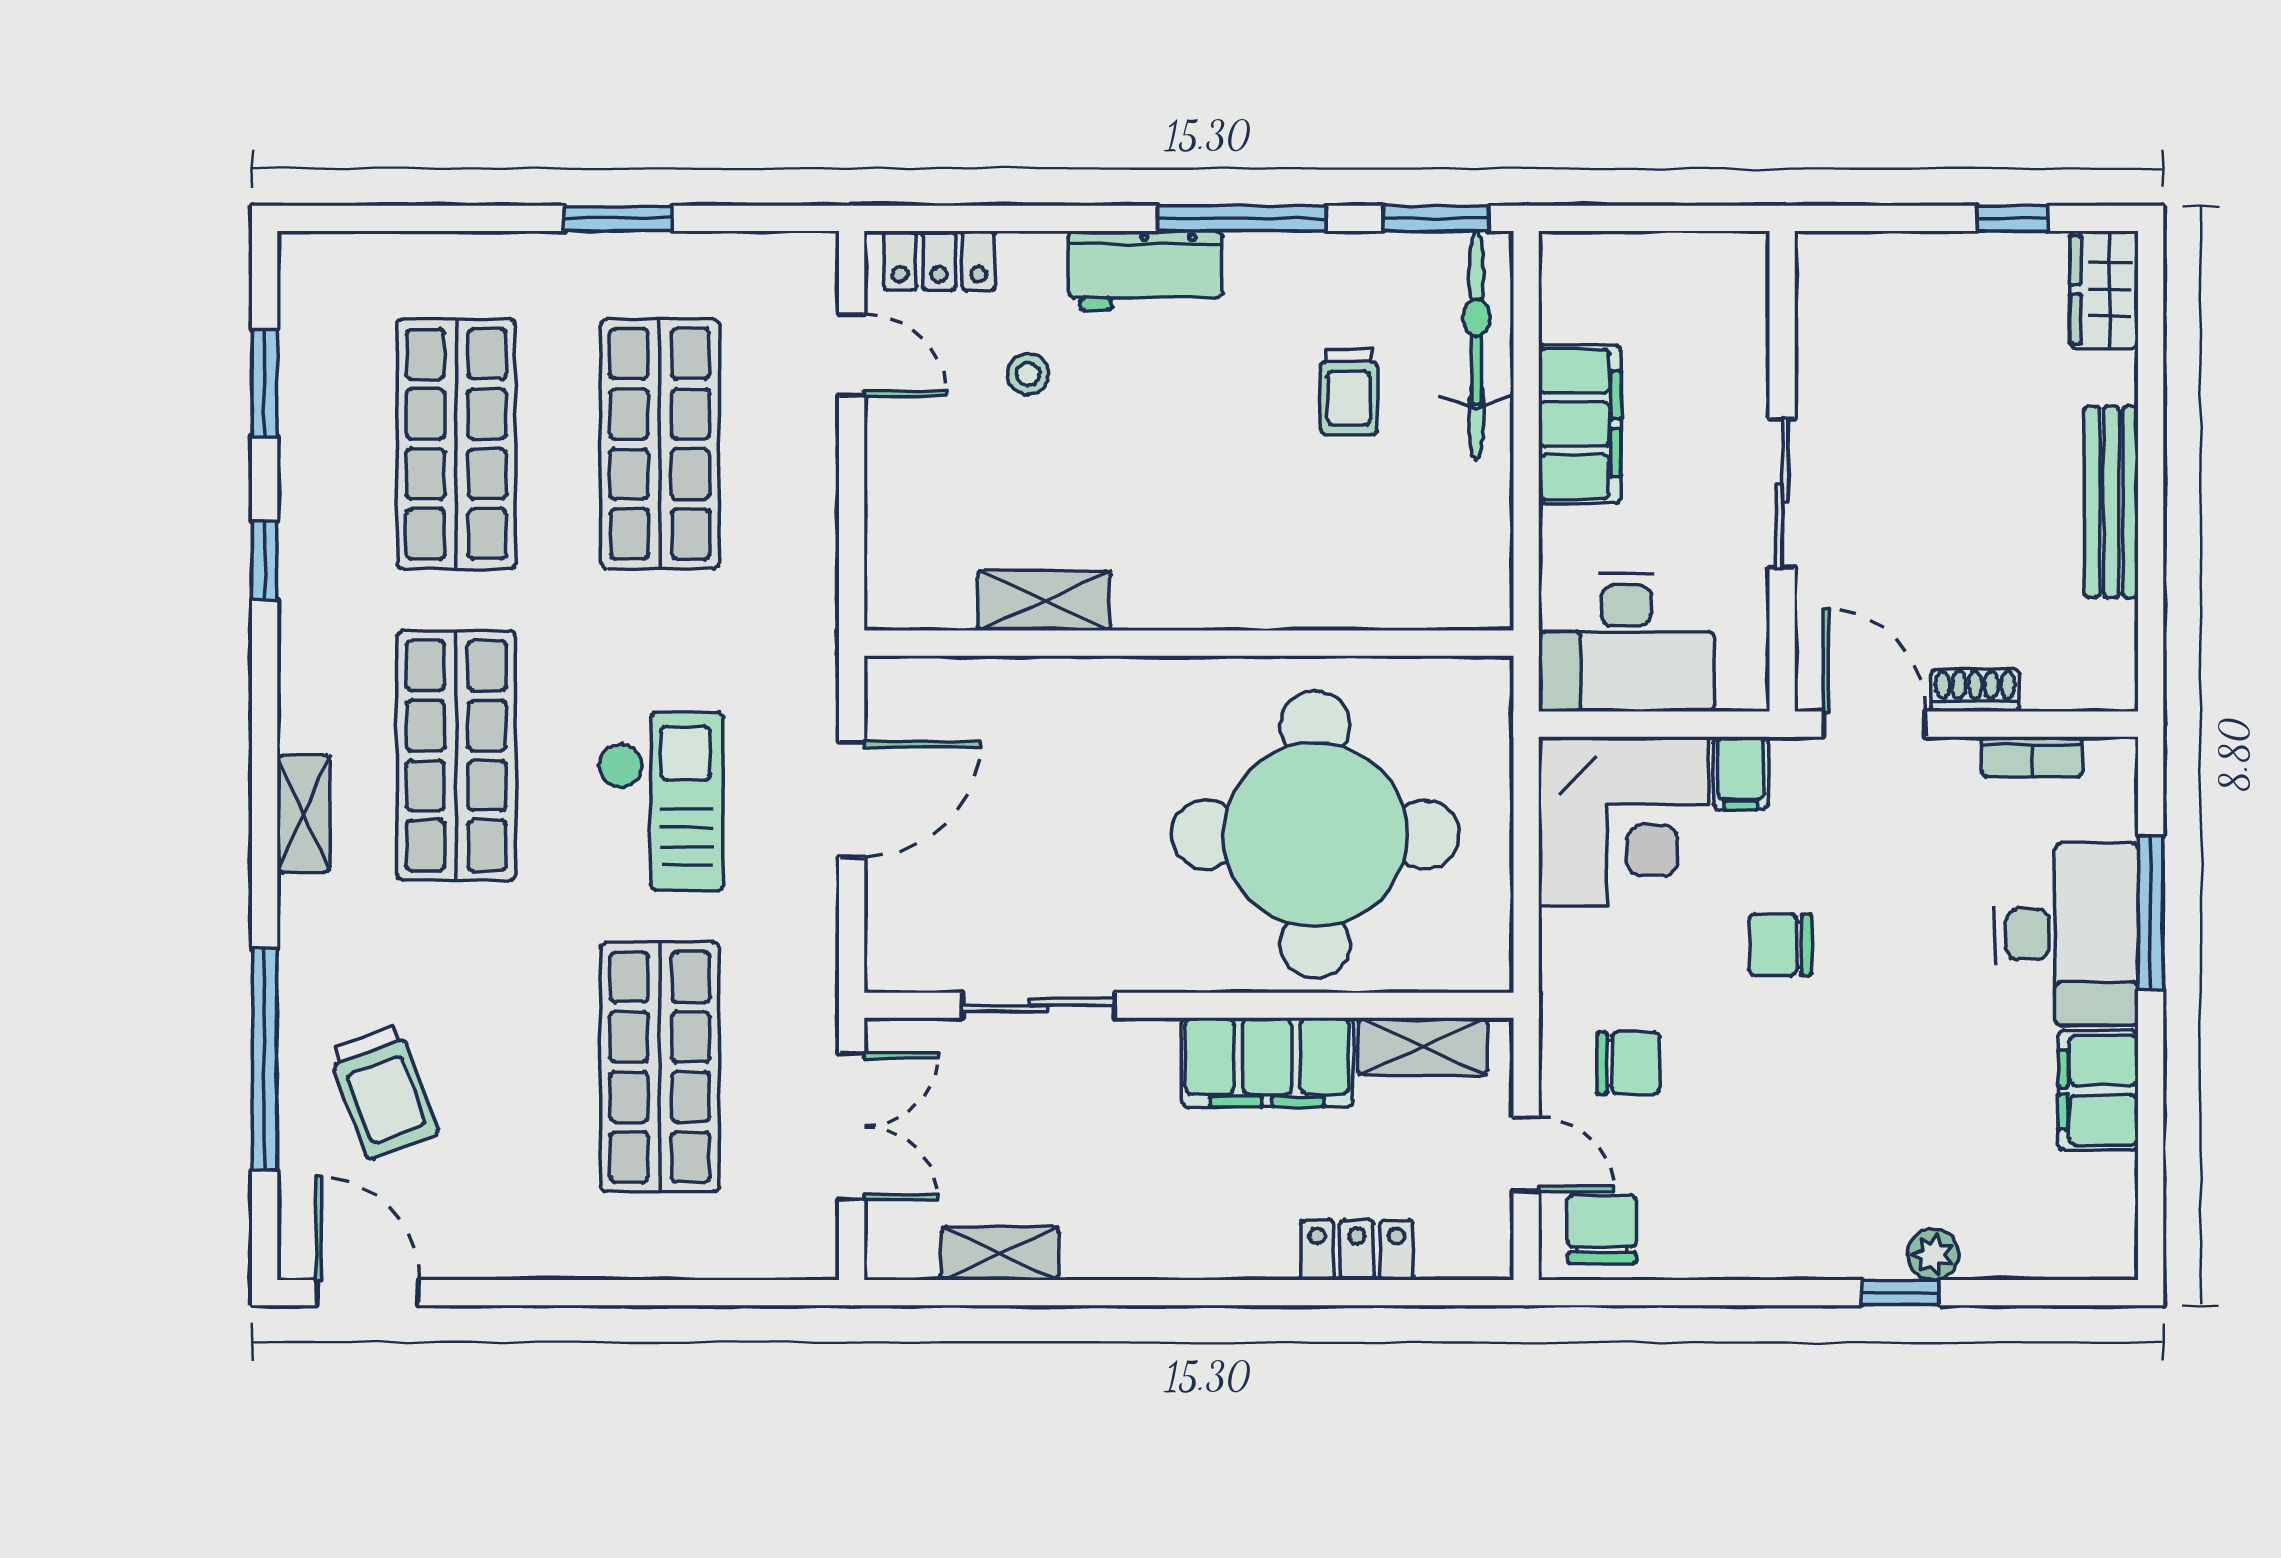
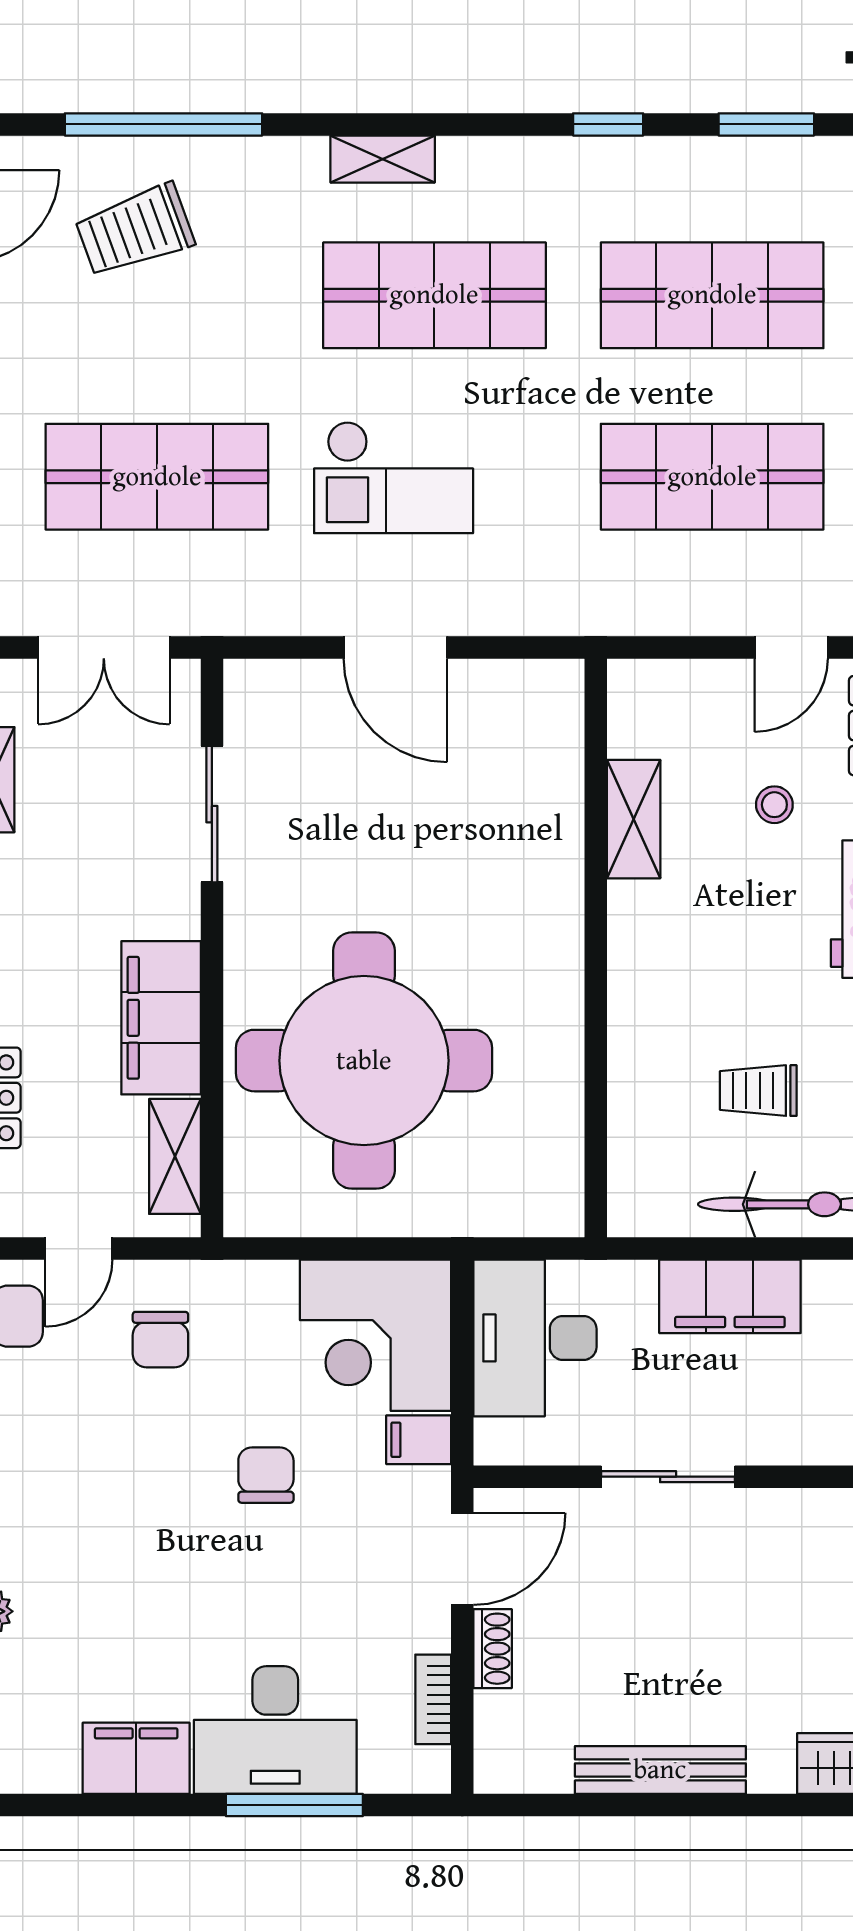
shelving: (1044, 601) -> (634, 819), moved
wall: (1189, 643) -> (596, 948), moved

